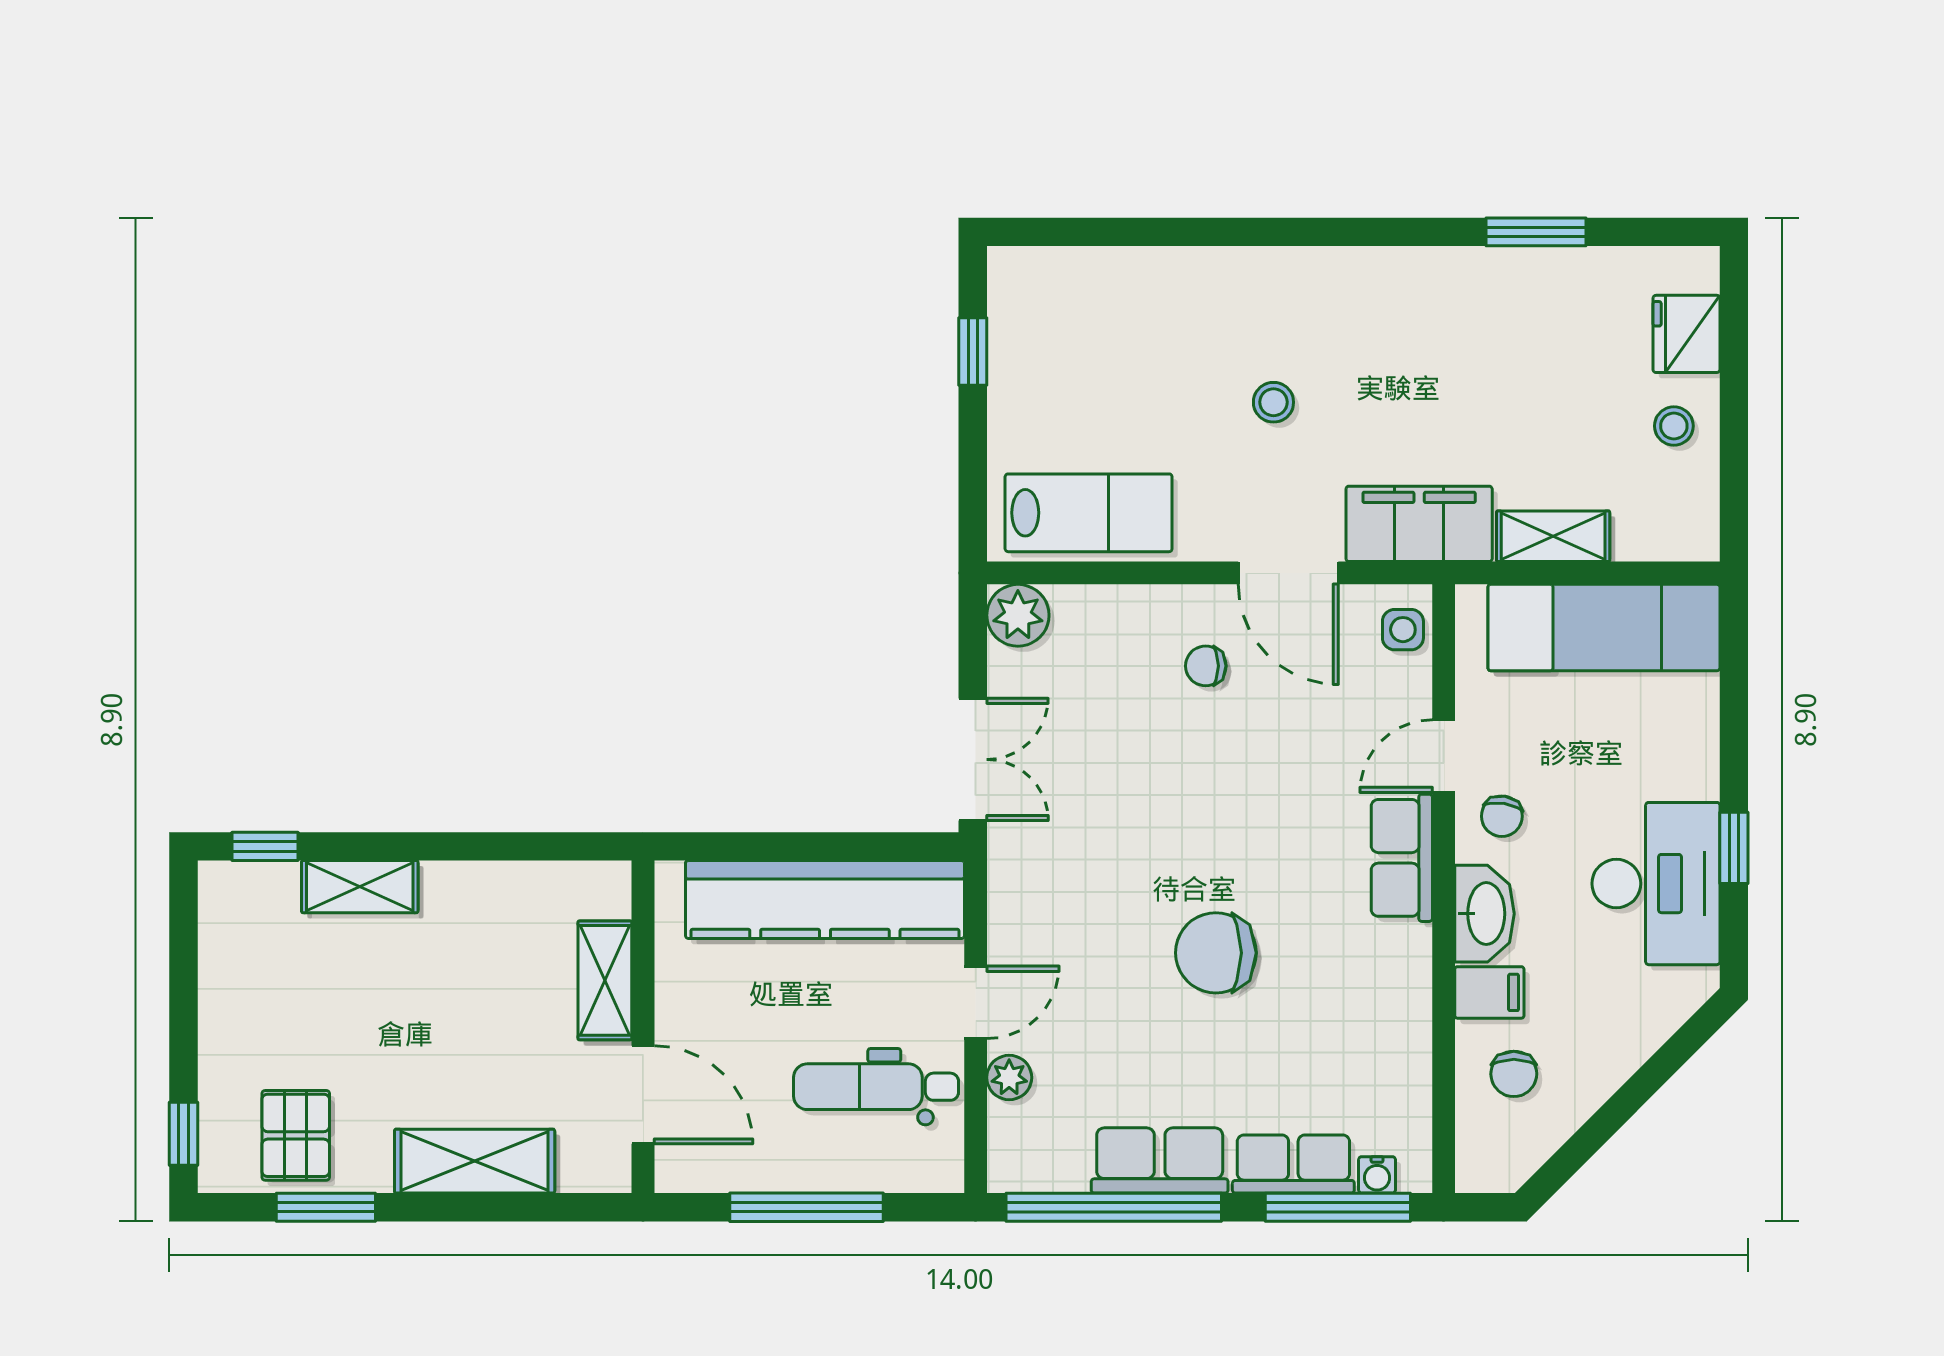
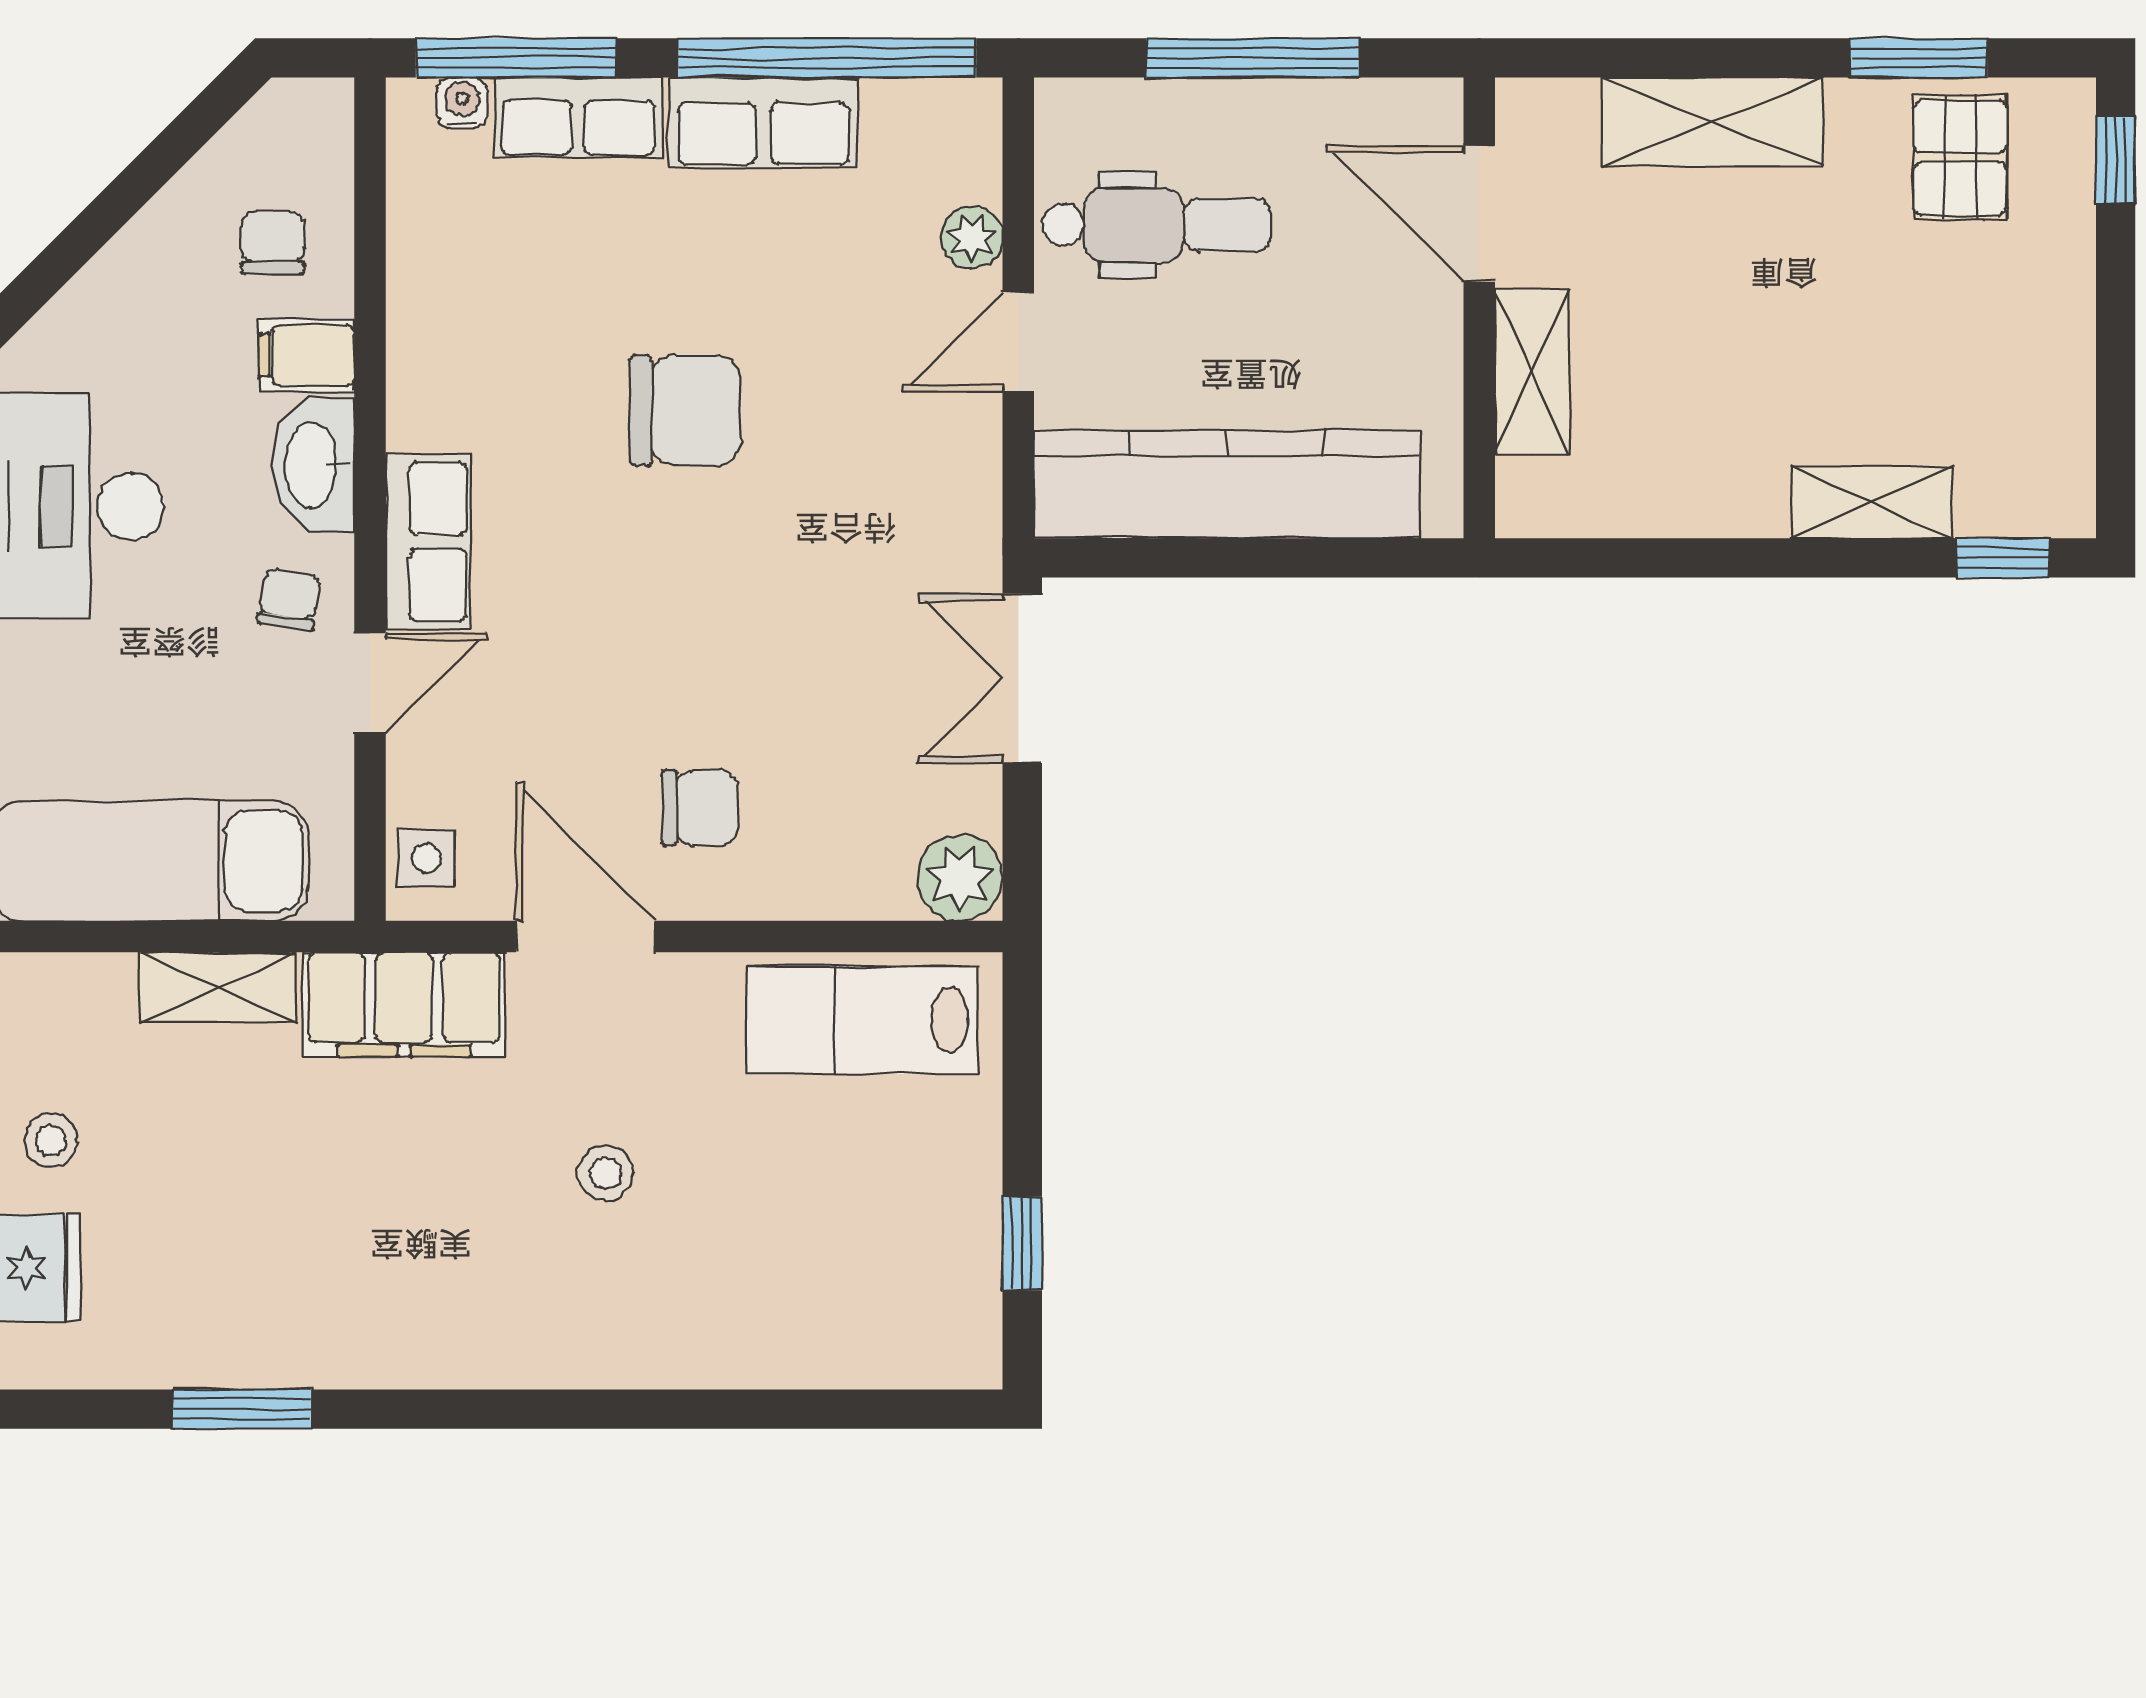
chair: (1206, 666) -> (700, 808), width x1.37, depth x1.37

